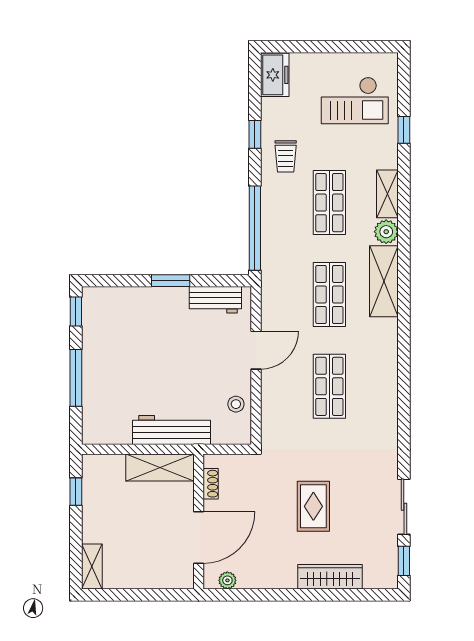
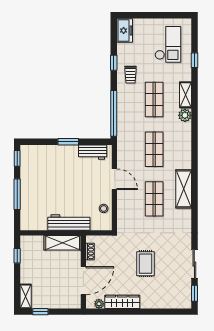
checkout: (355, 101) -> (168, 44), turned -90
shelving: (384, 281) -> (184, 189), moved
door: (256, 350) -> (114, 179), hinge flipped
wardrobe: (330, 577) -> (122, 302), moved
window: (119, 595) -> (40, 312), added

